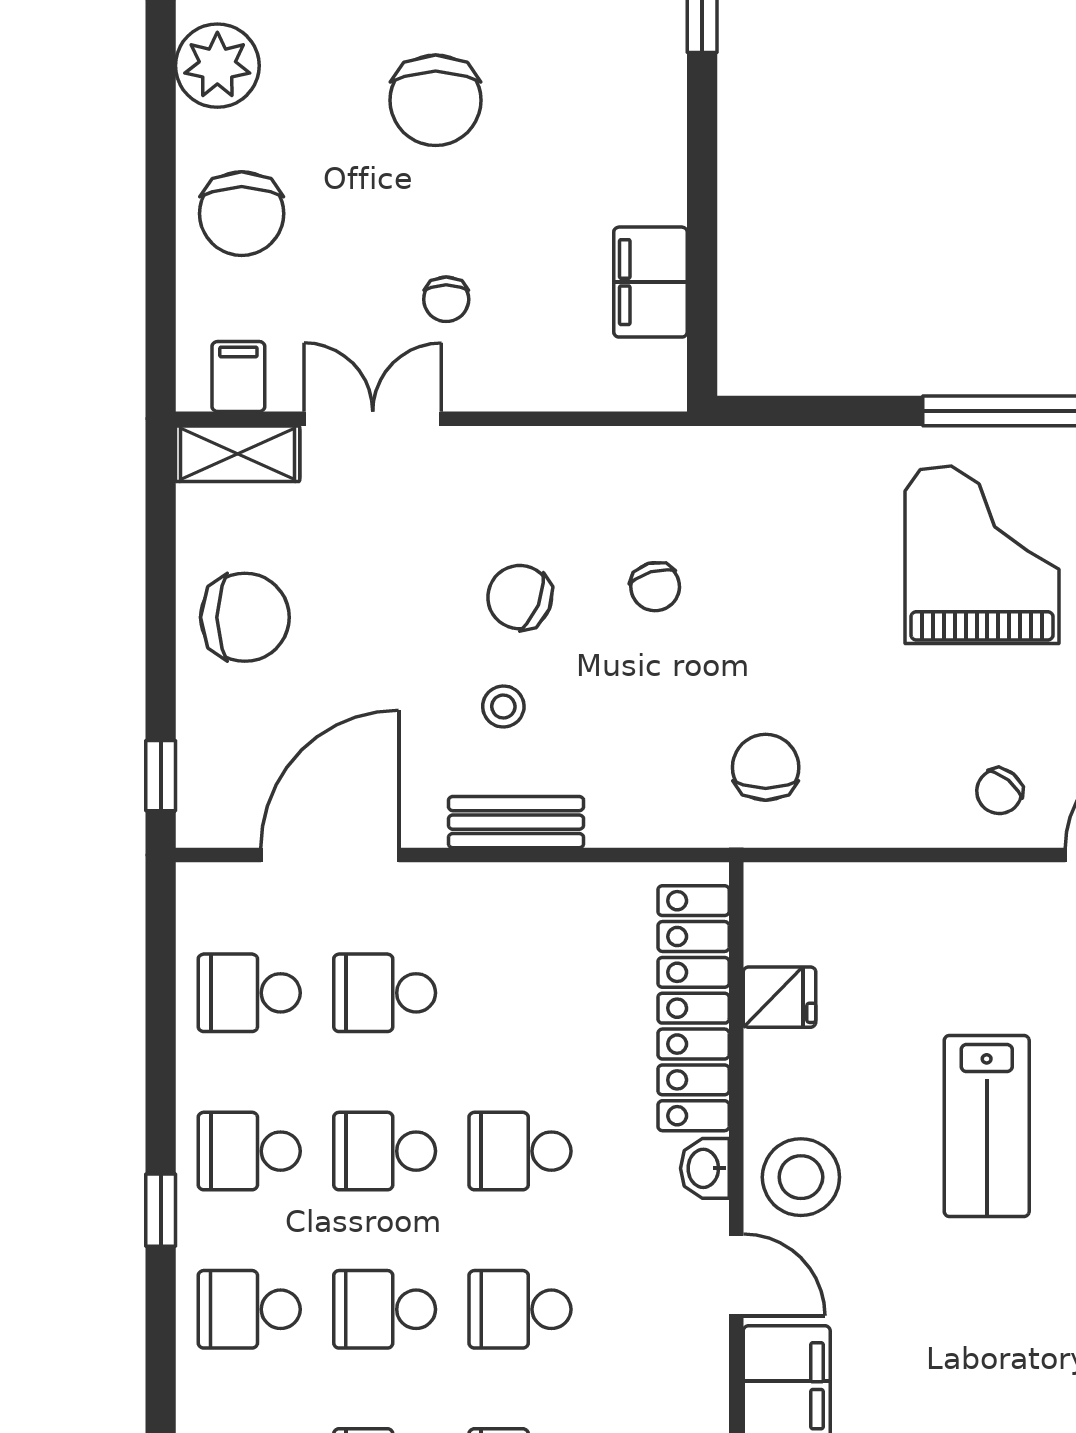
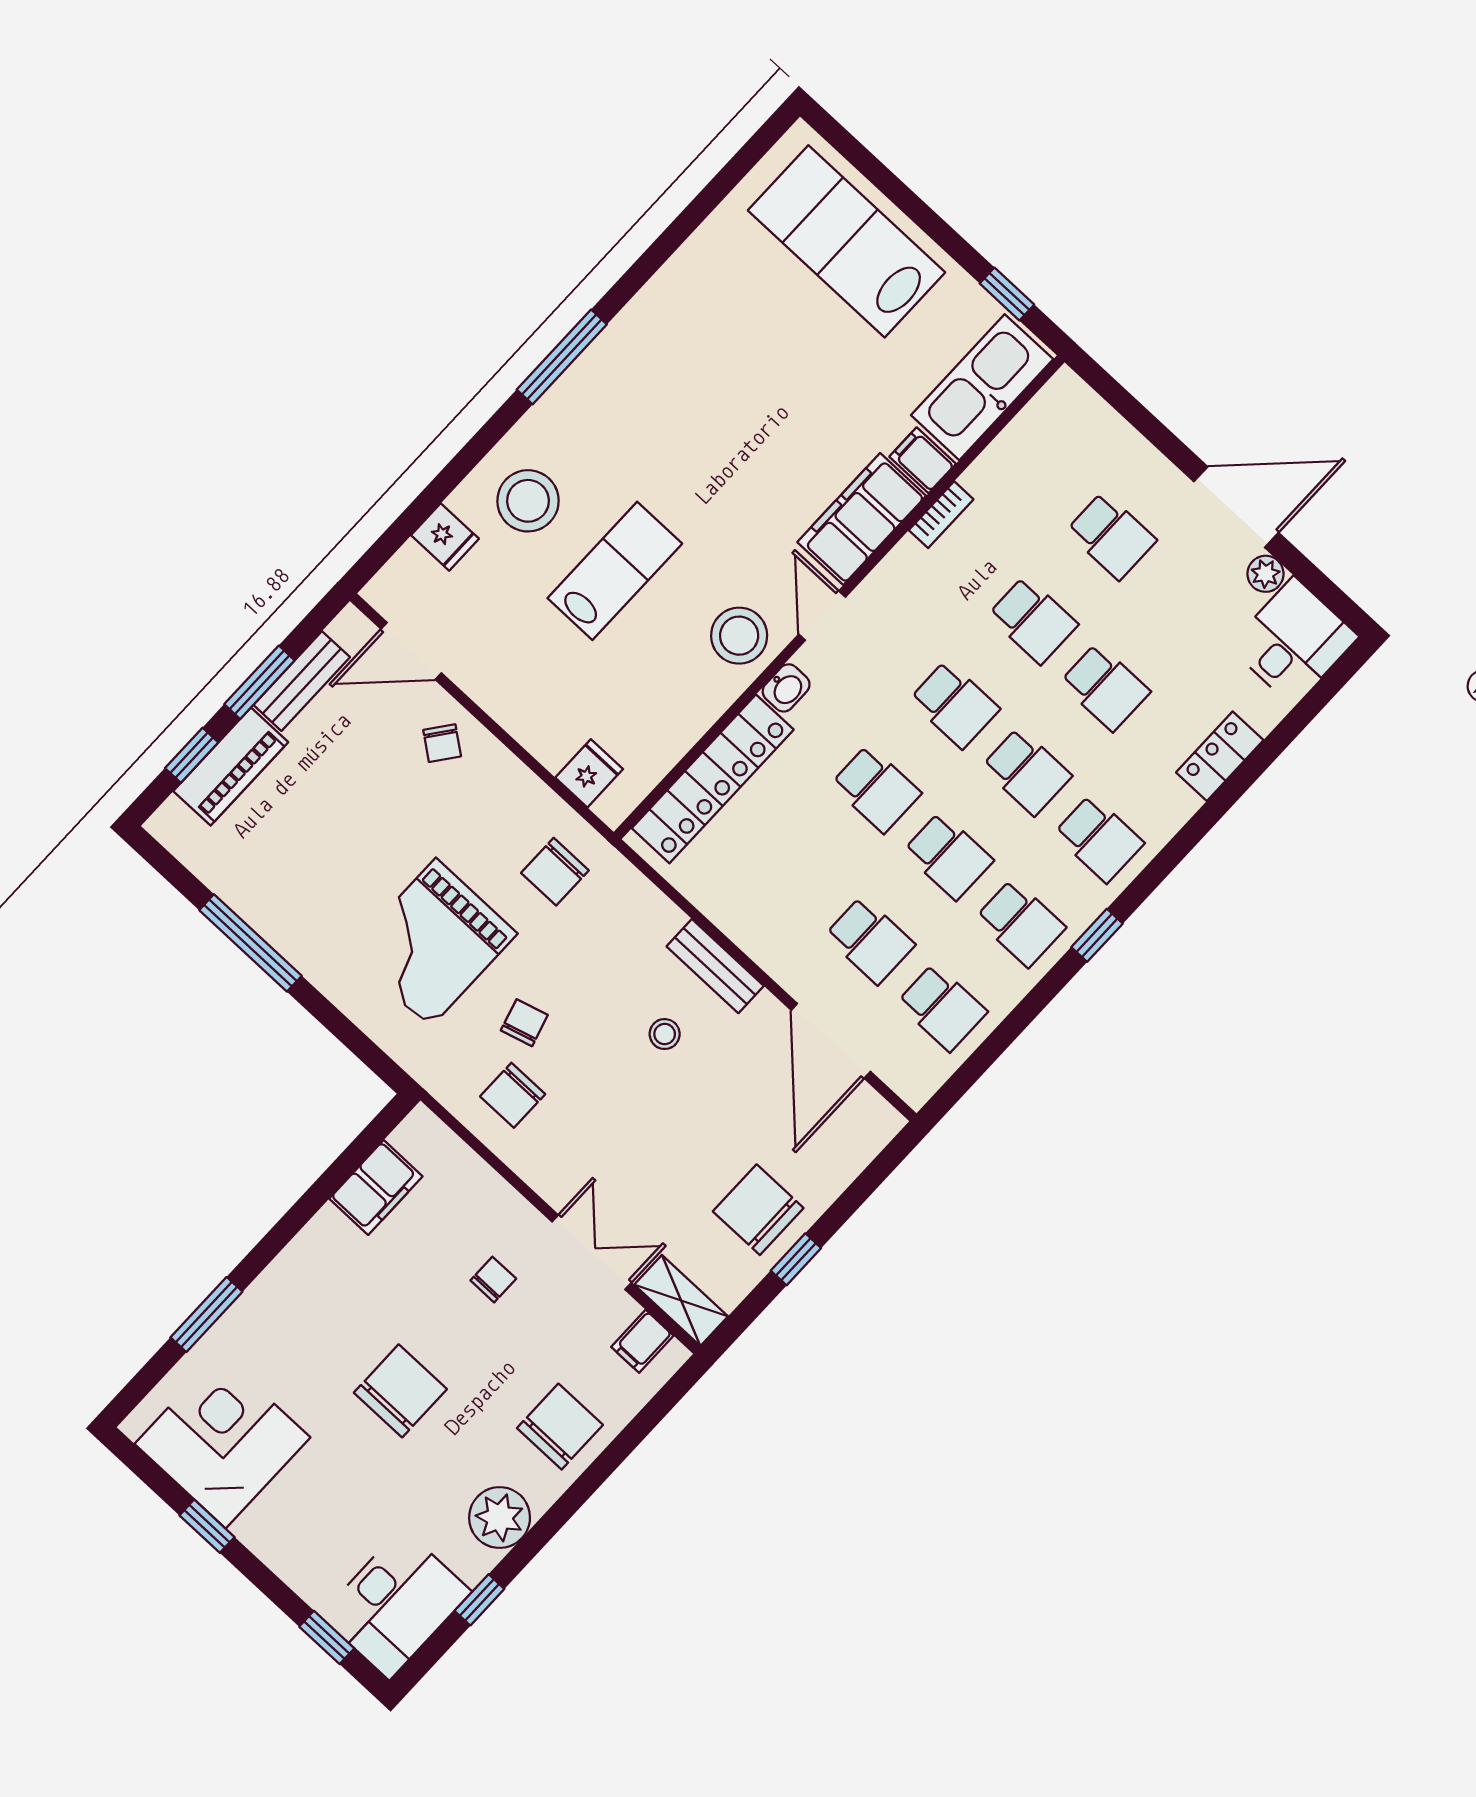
double door: (373, 419) -> (592, 1252), swing flipped
grand piano: (982, 555) -> (433, 943), moved
chair: (520, 597) -> (513, 1095), moved, turned 68
window: (161, 776) -> (796, 1259), moved
chair: (999, 791) -> (442, 743), turned 88
door: (330, 855) -> (831, 1041), hinge flipped
fridge: (779, 997) -> (589, 773), moved, turned 90

